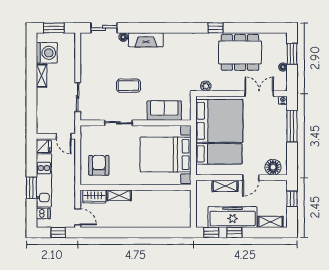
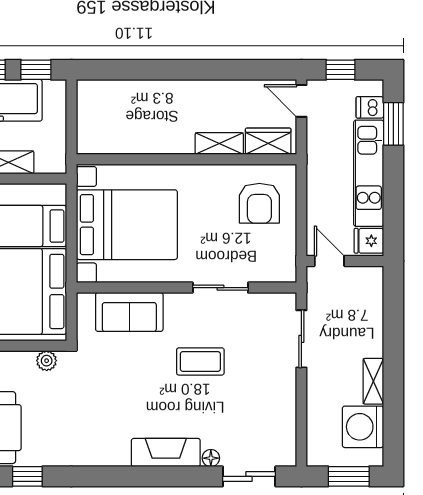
window: (31, 188) -> (393, 124), moved

